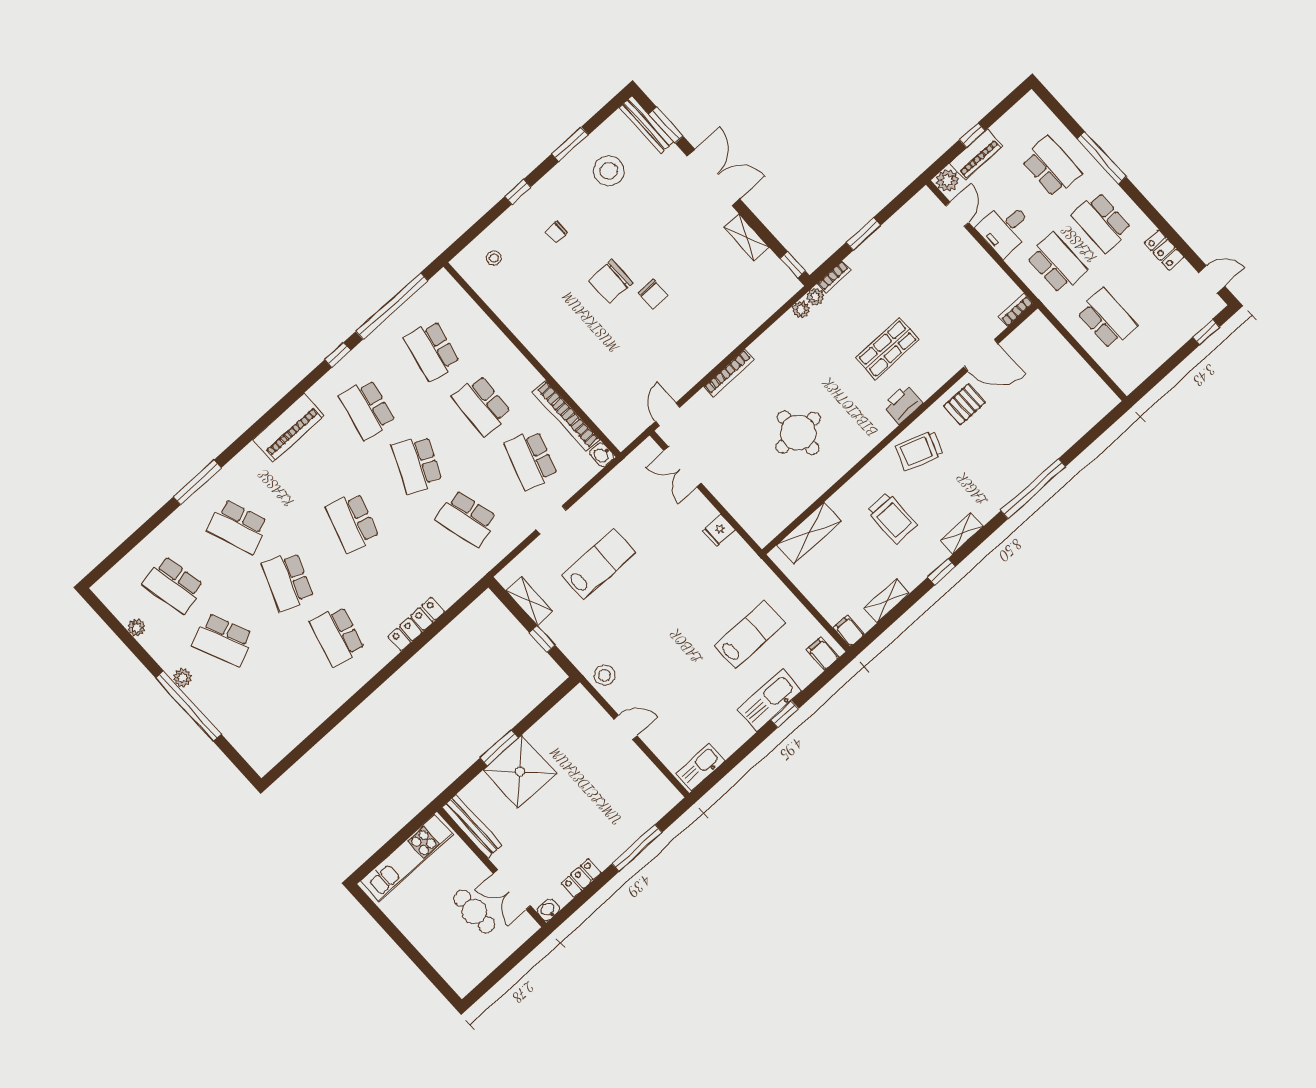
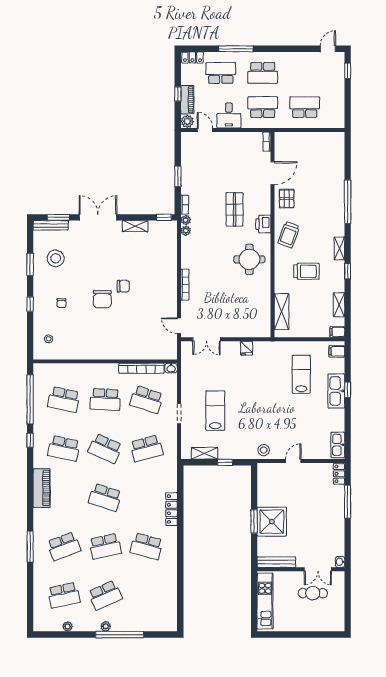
locker: (1164, 250) -> (192, 58), moved
round table: (798, 433) -> (249, 259), moved
school desk: (288, 581) -> (105, 546), turned -33
locker: (581, 878) -> (339, 474), moved

